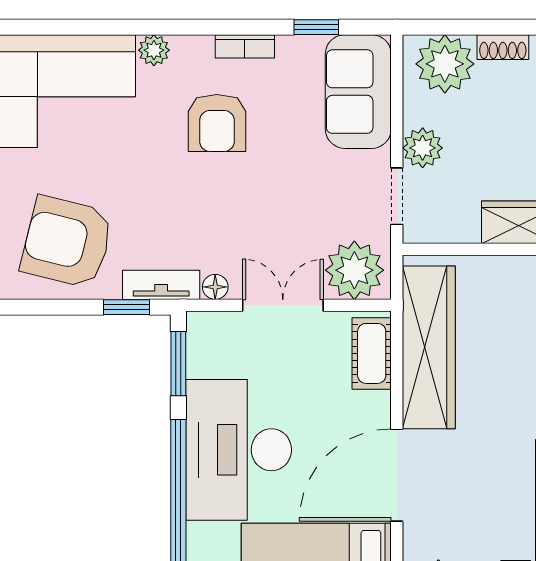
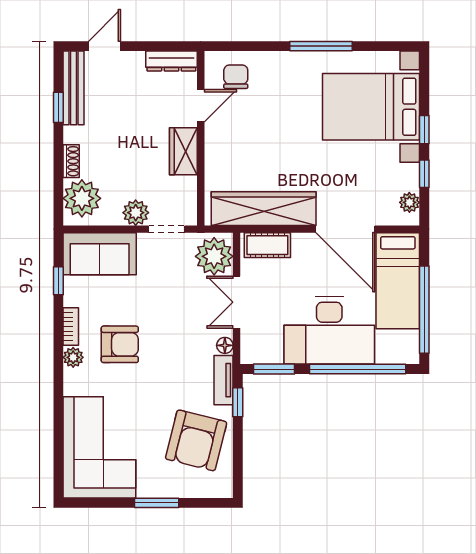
plant: (154, 50) -> (73, 357), moved

